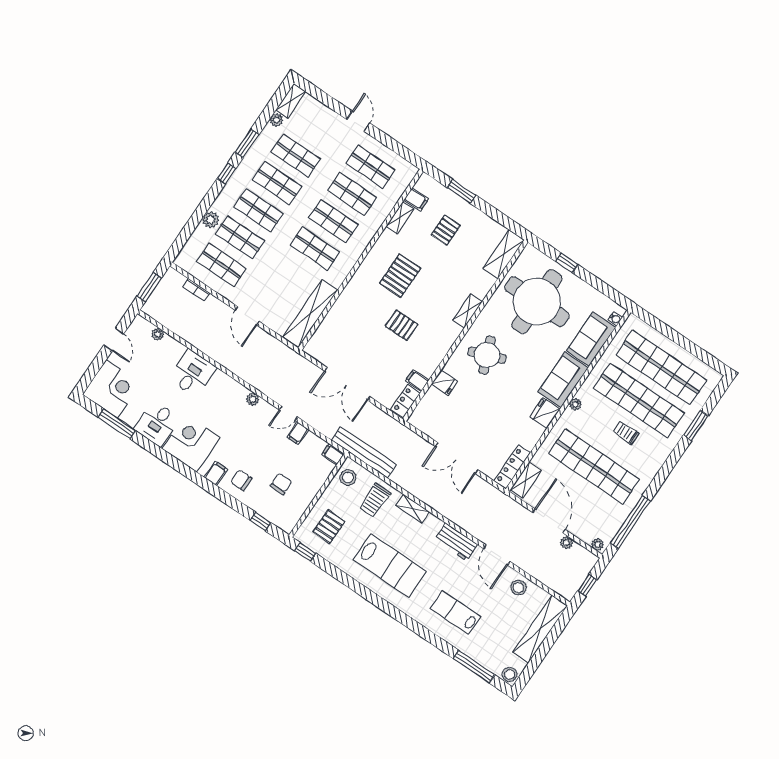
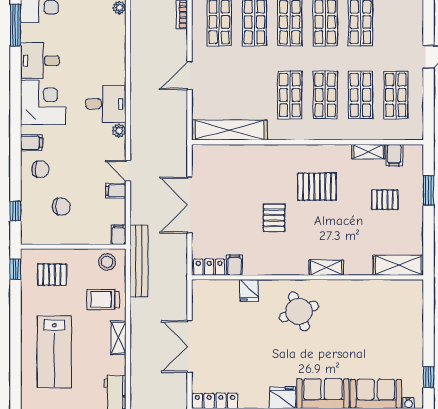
window: (567, 263) -> (429, 377), moved
round table: (537, 302) -> (376, 323), removed
desk: (192, 373) -> (106, 104), moved
chair: (241, 480) -> (40, 169), turned 90

